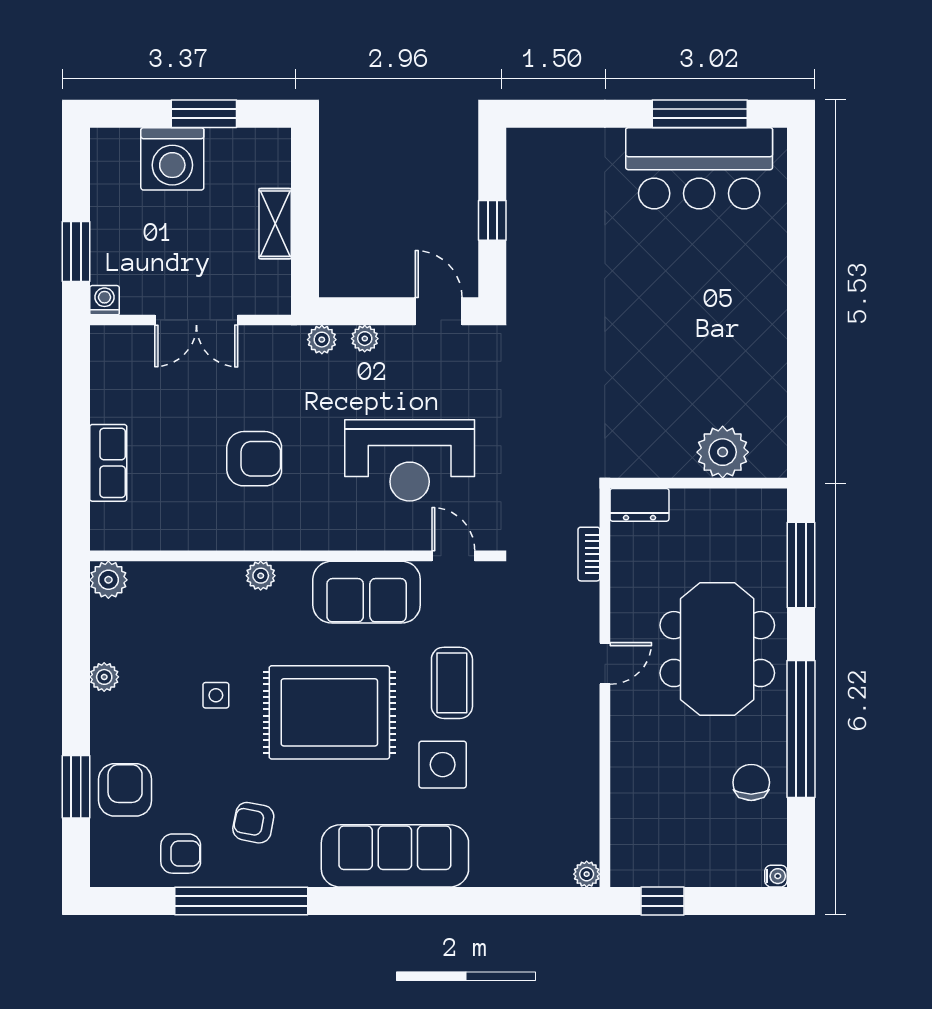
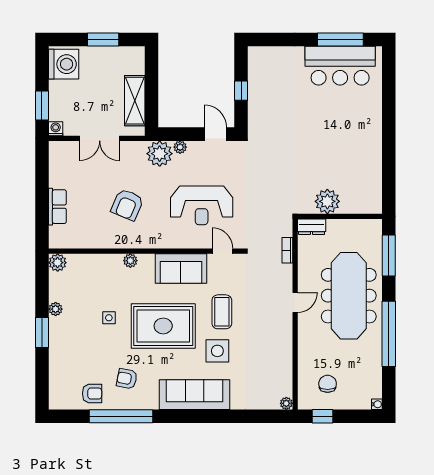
washing machine: (172, 159) -> (64, 64), moved, turned -90
shelving: (275, 224) -> (135, 101), width x1.50, depth x1.33
plant: (322, 340) -> (160, 154), width x1.88, depth x1.88
plant: (723, 452) -> (327, 201), moved
armchair: (254, 459) -> (127, 205), turned 113
meeting table: (717, 649) -> (349, 296), width x1.36
chair: (751, 782) -> (328, 384), moved
window: (76, 787) -> (42, 332), moved
armchair: (125, 790) -> (65, 363), removed

